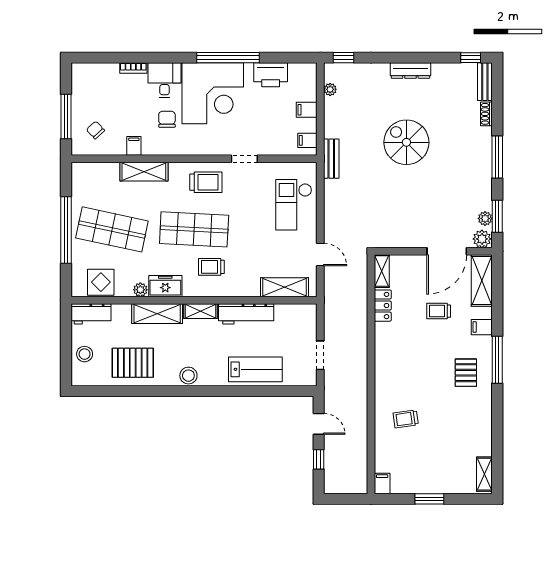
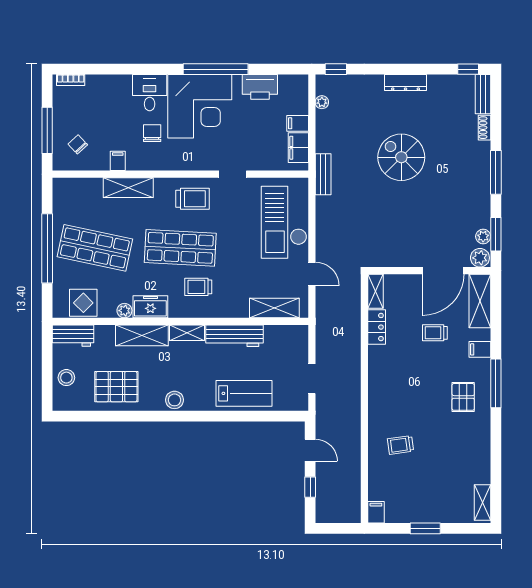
bookcase: (133, 68) -> (71, 80), moved
filing cabinet: (307, 140) -> (298, 148), width x2.00
checkout: (294, 205) -> (284, 222), width x1.36, depth x1.21

